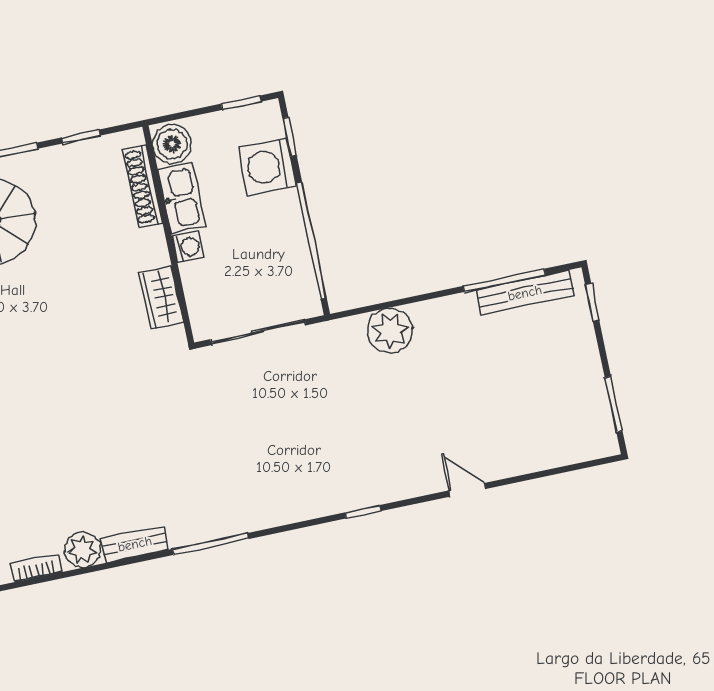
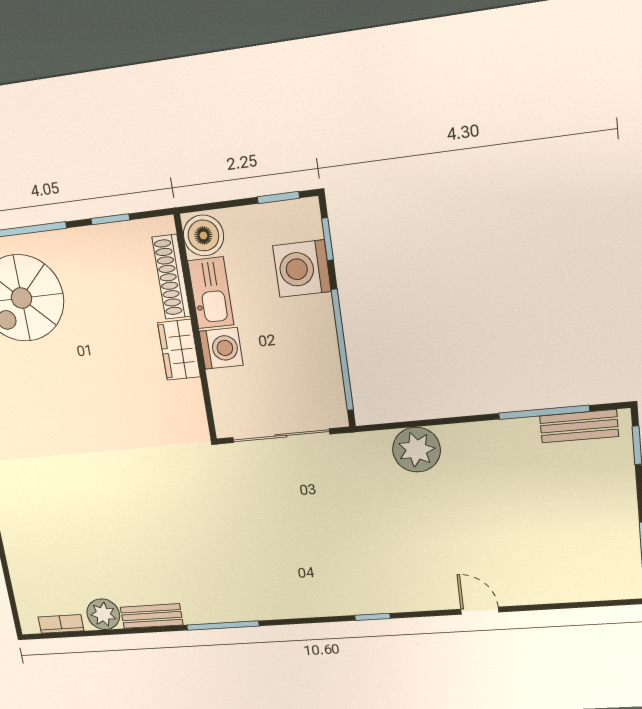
washing machine: (188, 247) -> (221, 348), width x1.38, depth x1.38
bench: (525, 293) -> (579, 426), width x0.73
wardrobe: (161, 297) -> (179, 350), moved

